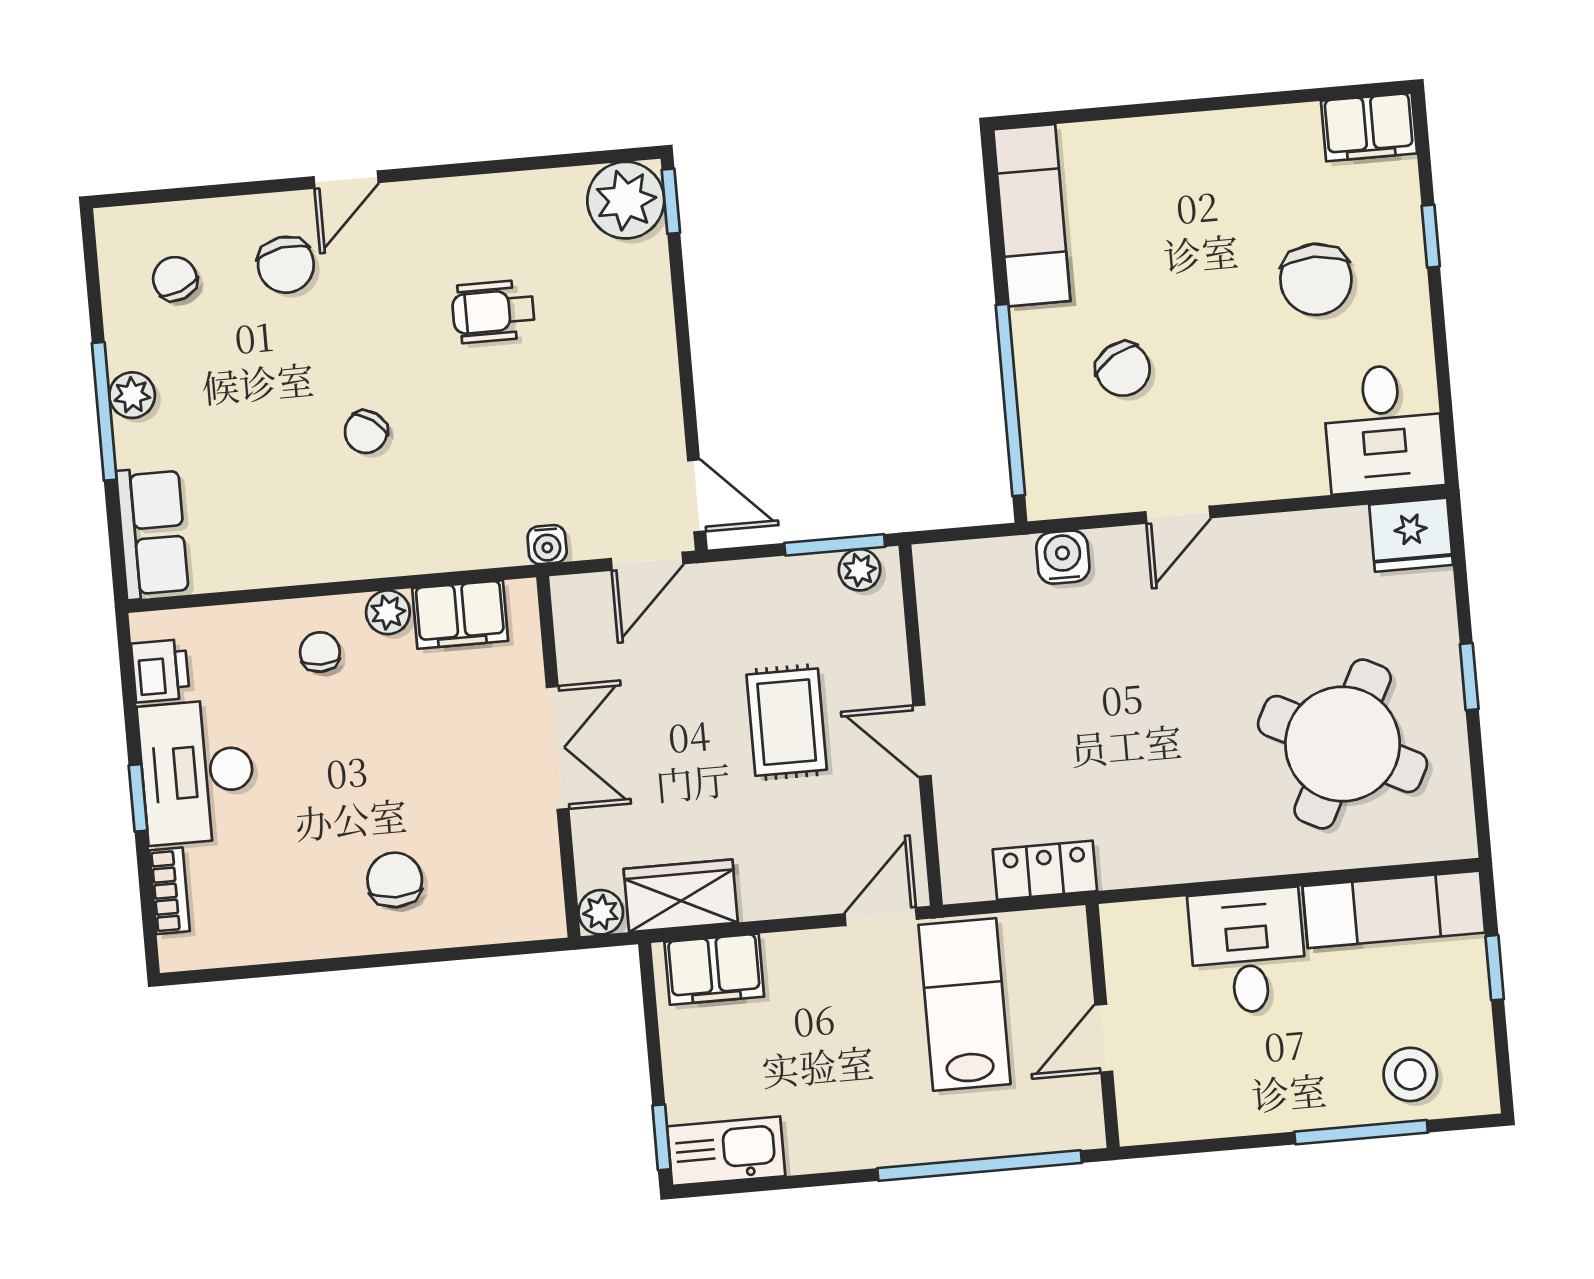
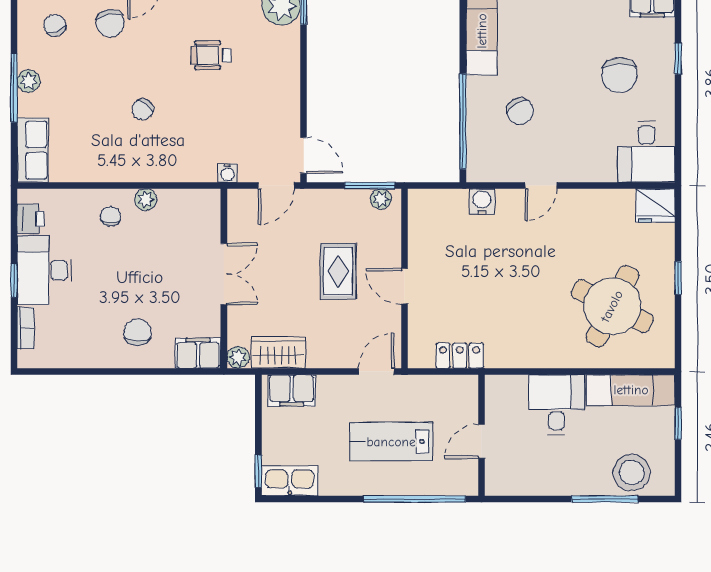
filing cabinet: (460, 615) -> (198, 353), moved, turned 180
lab bench: (965, 1004) -> (391, 442), moved, turned -90
stool: (1410, 1074) -> (632, 473), width x1.38, depth x1.38

